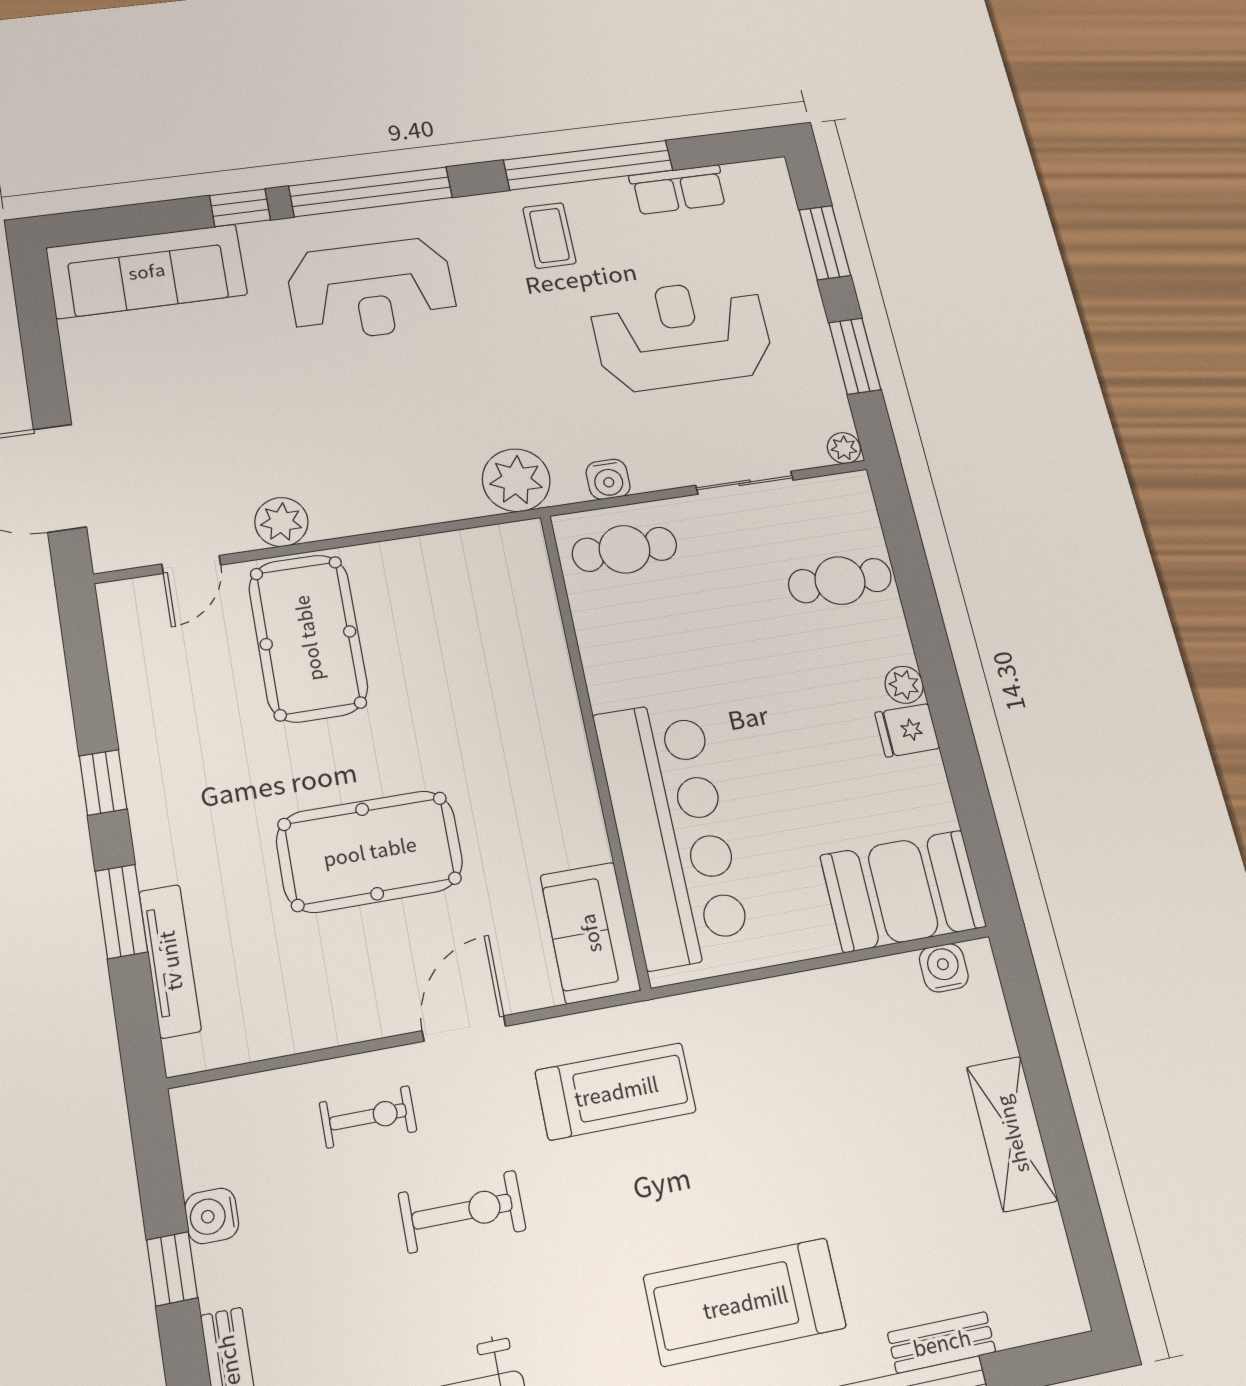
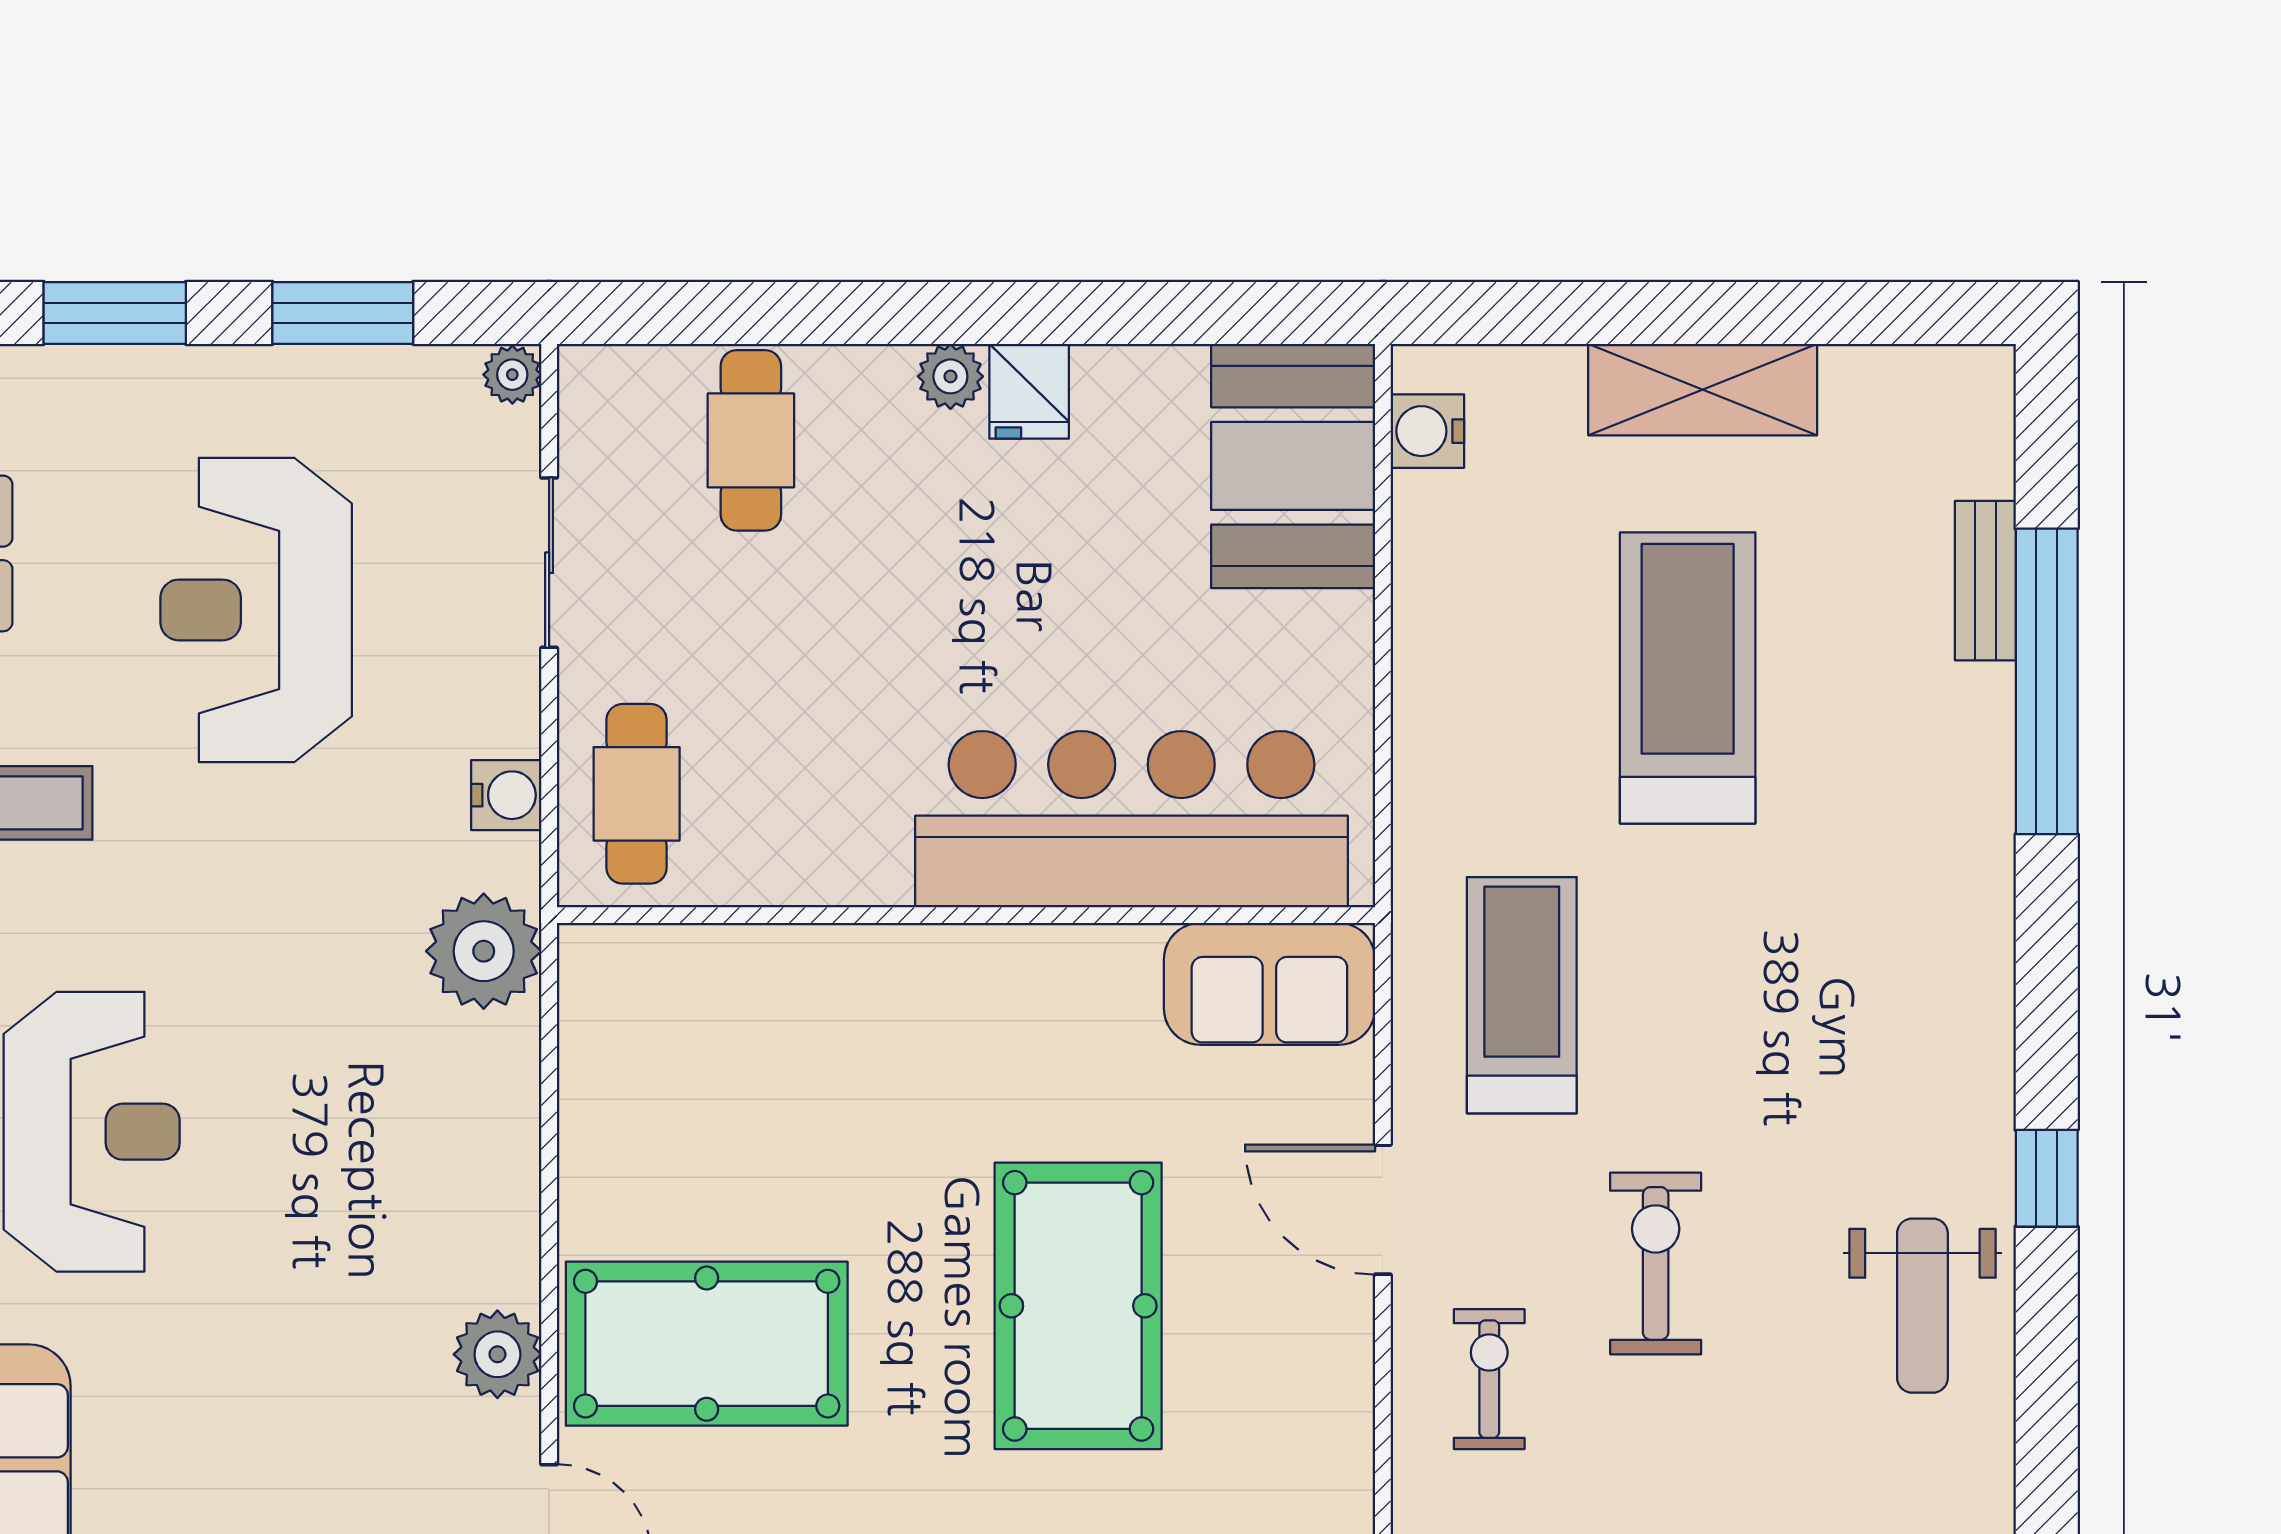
treadmill: (745, 1302) -> (1688, 678), moved, turned 180

